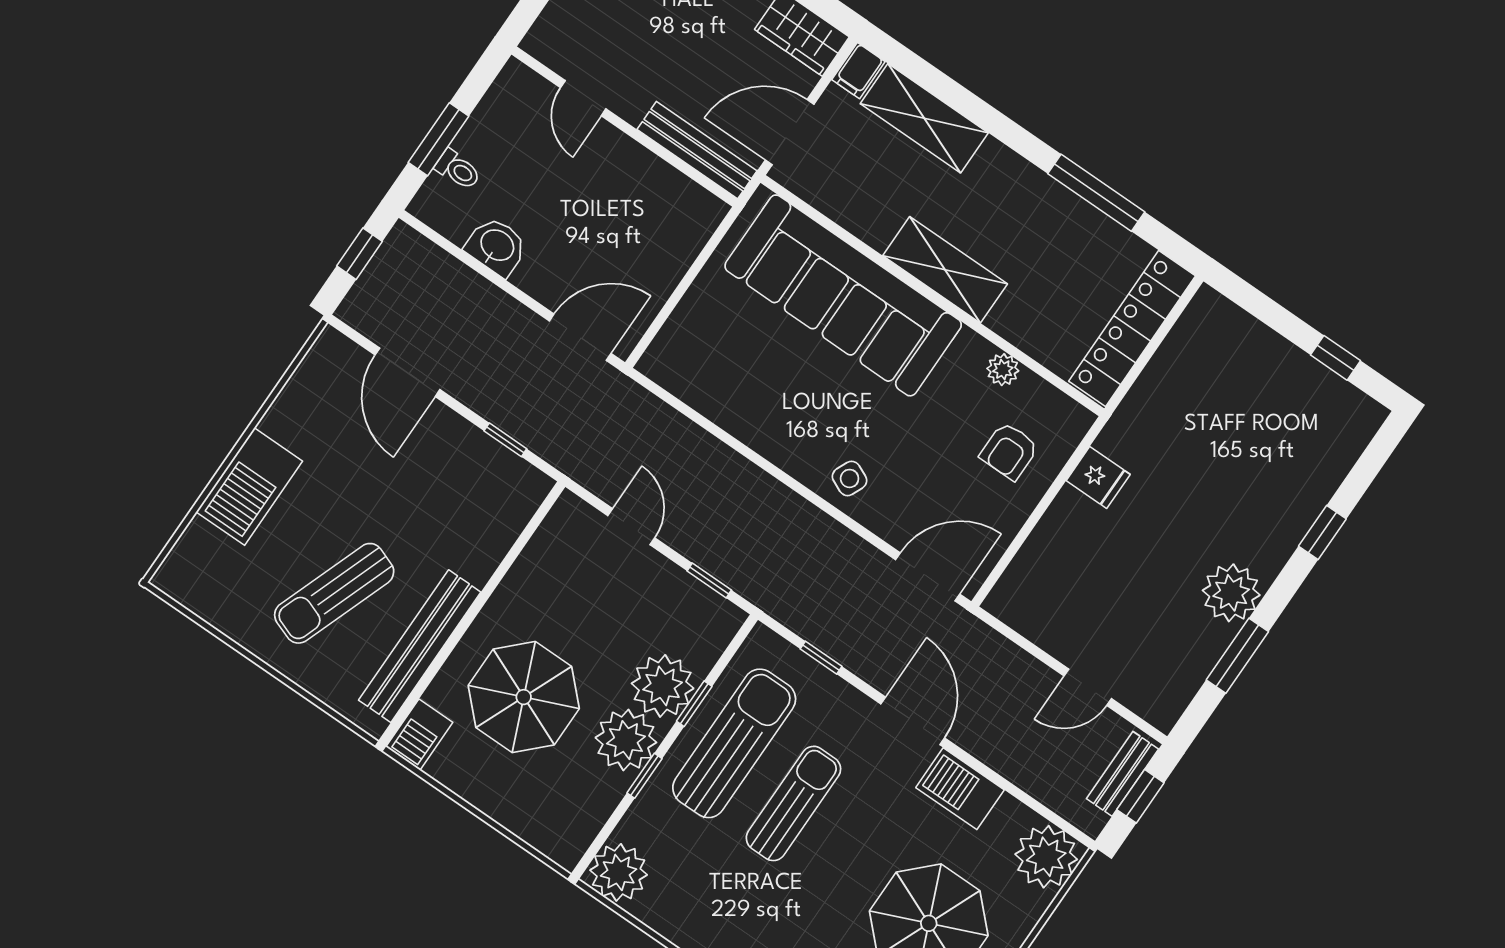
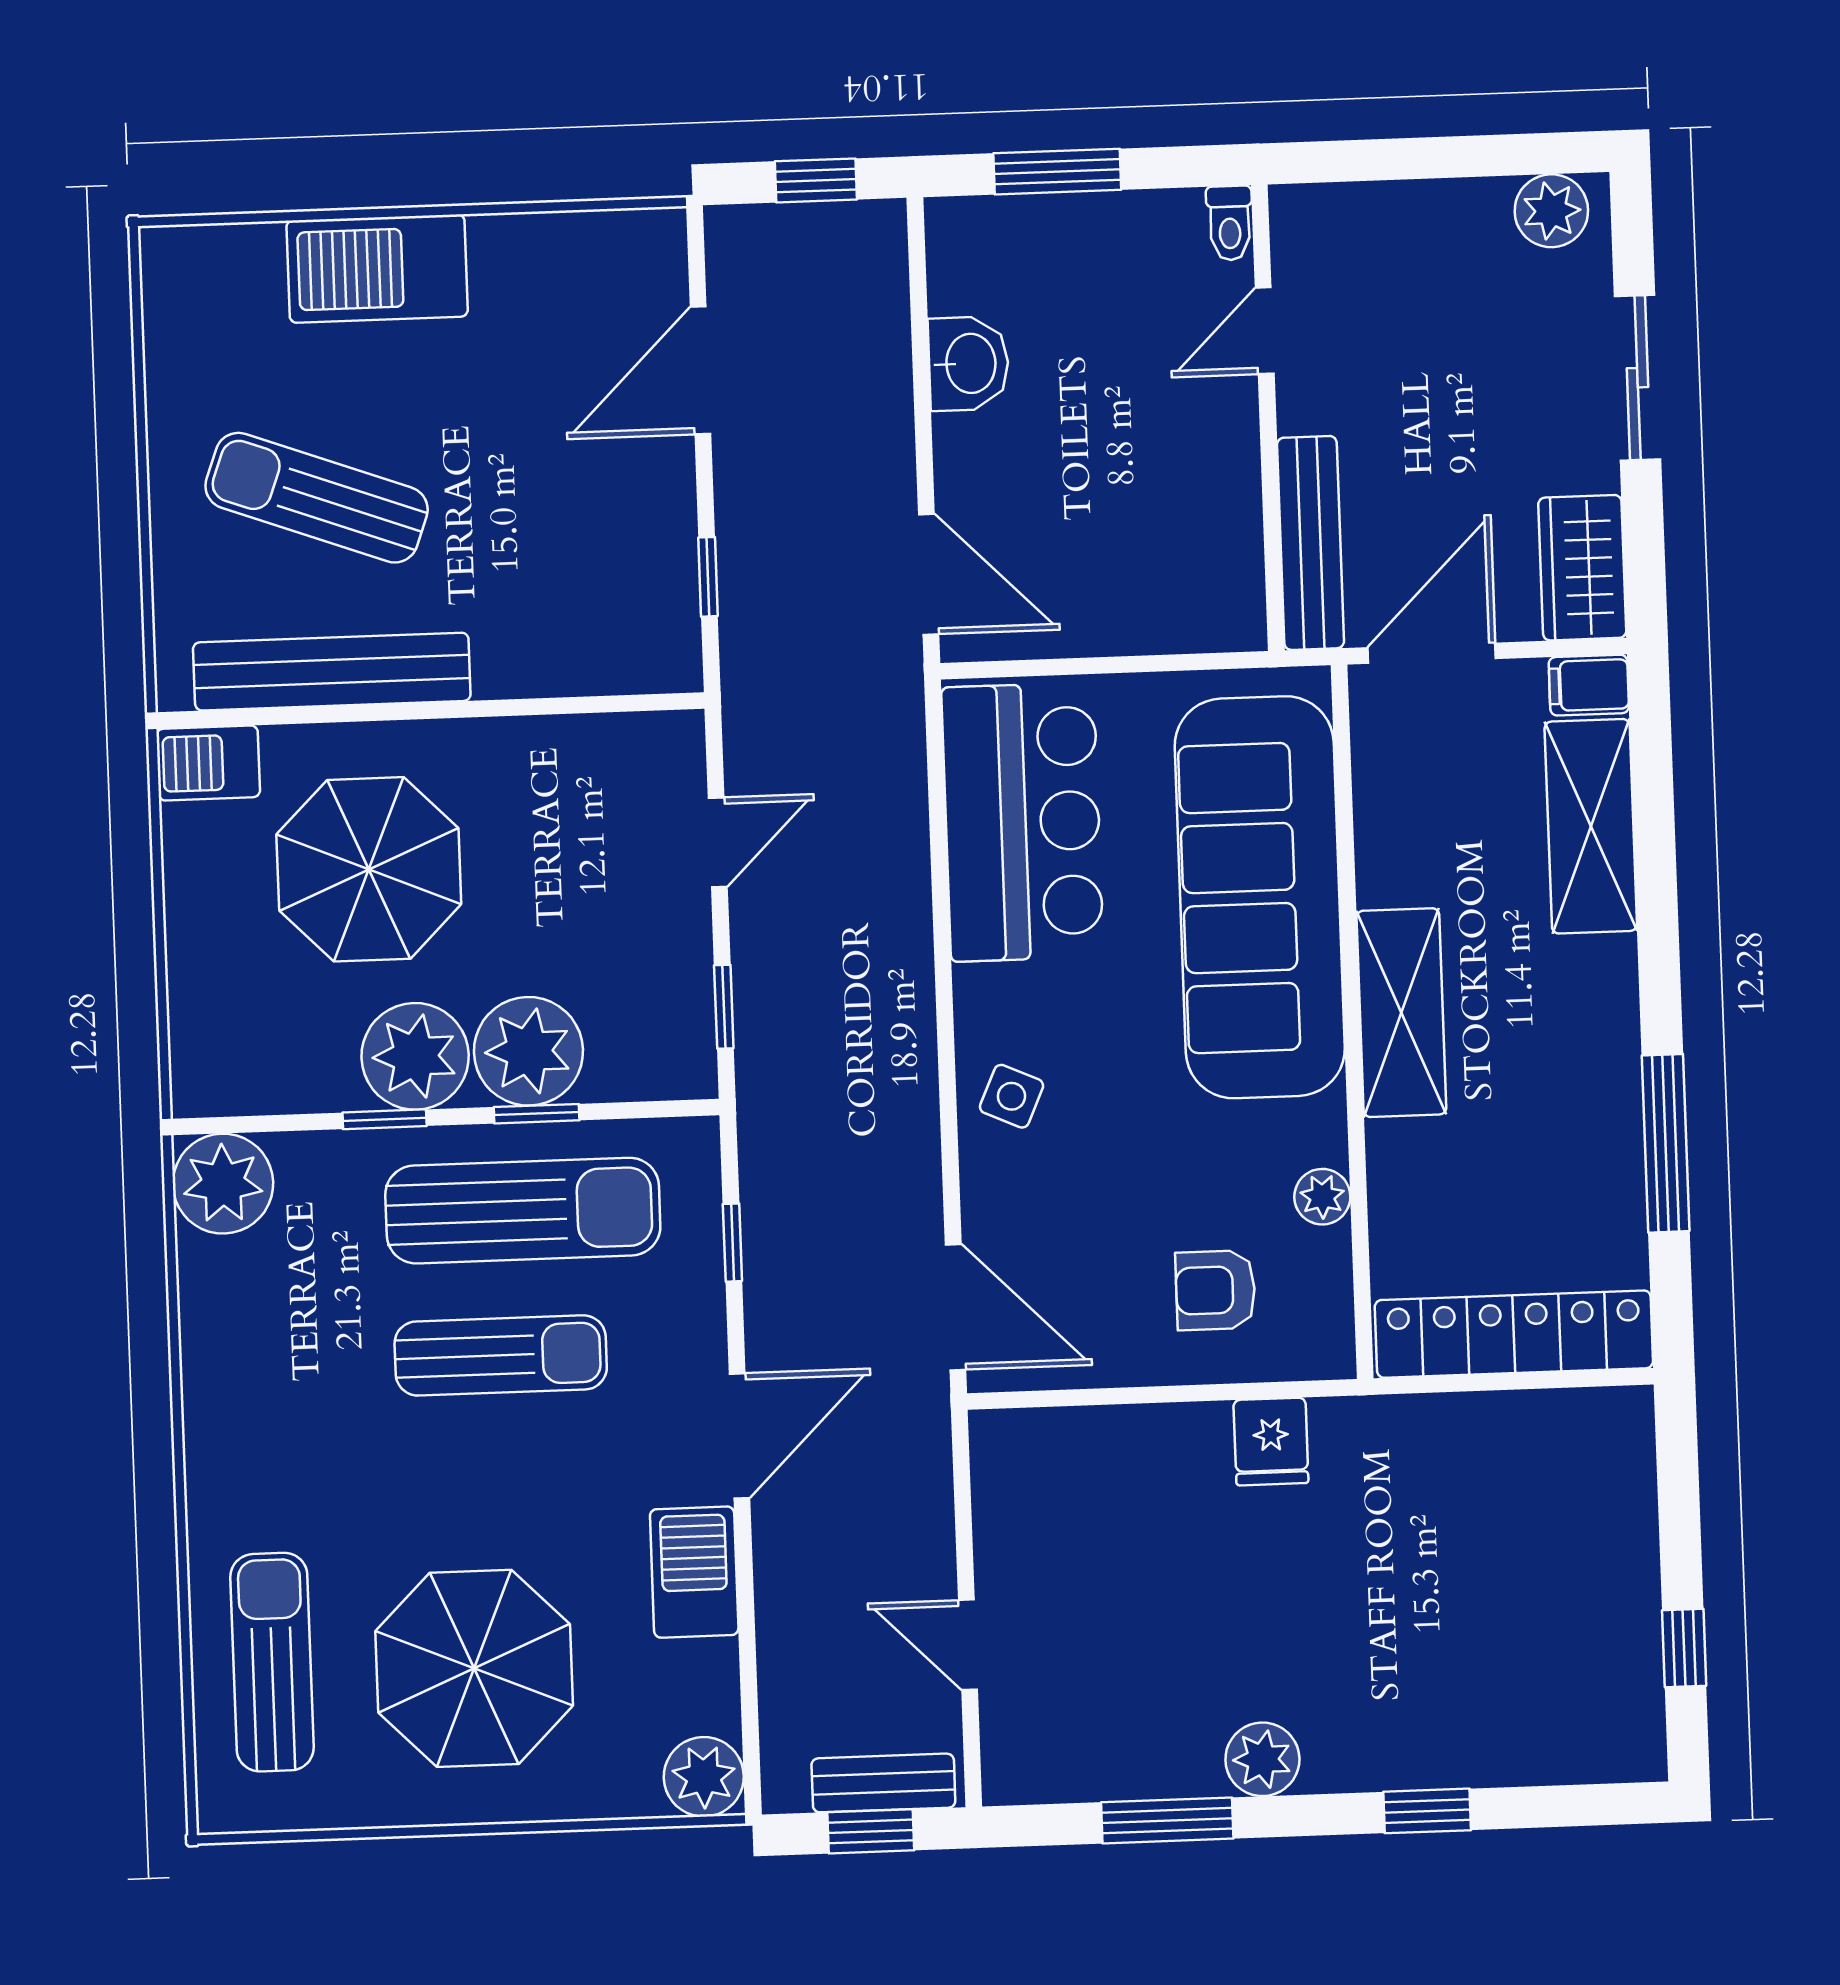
door: (790, 132) -> (1432, 653), hinge flipped
toilet: (458, 170) -> (1230, 223), moved
bar counter: (727, 379) -> (1022, 822), added
plant: (1231, 593) -> (1262, 1759), width x0.73, depth x0.73
plant: (1046, 857) -> (704, 1777), width x0.73, depth x0.73

